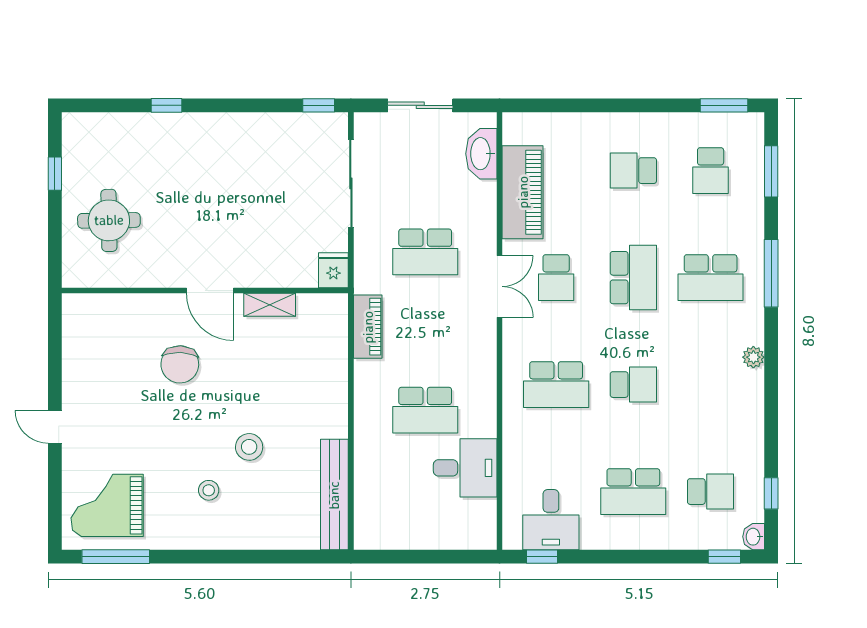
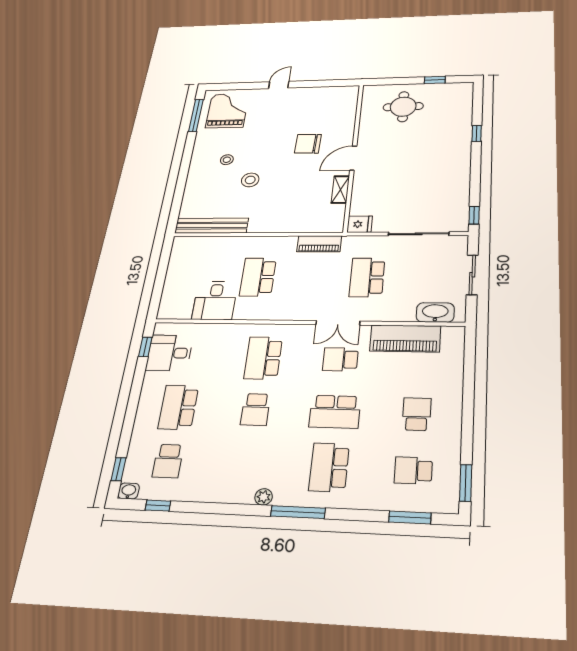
window: (771, 273) -> (298, 512), moved

